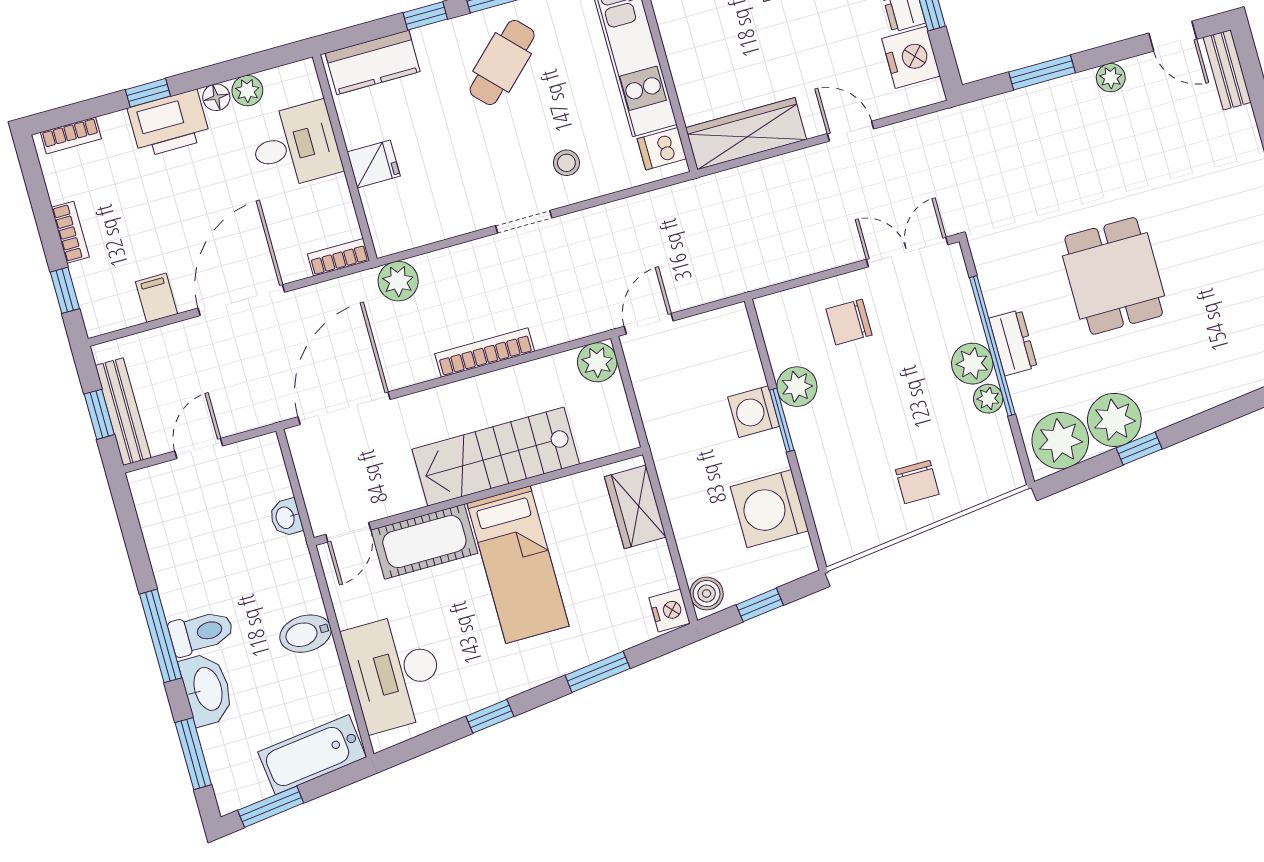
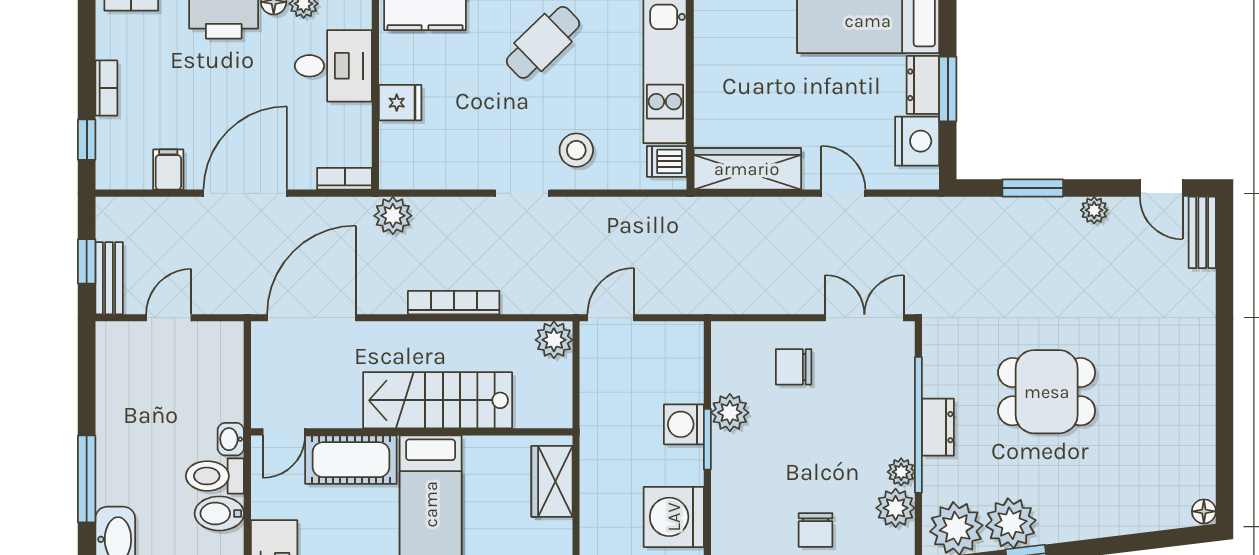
stool: (566, 163) -> (576, 150), width x1.37, depth x1.37
dining table: (1114, 276) -> (1047, 392), turned 90
plant: (972, 364) -> (896, 508), moved
bench: (123, 412) -> (109, 278), width x0.73
washbasin: (286, 517) -> (231, 439), moved
toilet: (201, 633) -> (215, 476), moved, turned 180

